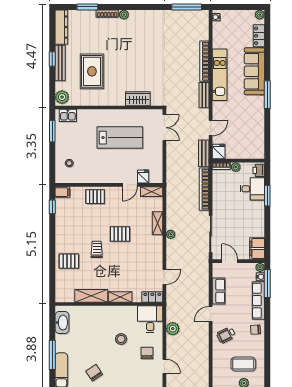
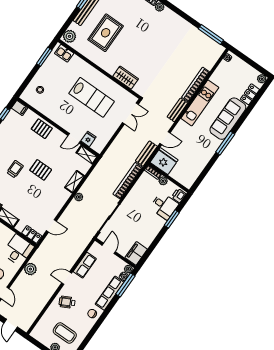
fridge: (219, 151) -> (164, 161), width x1.88, depth x1.34

